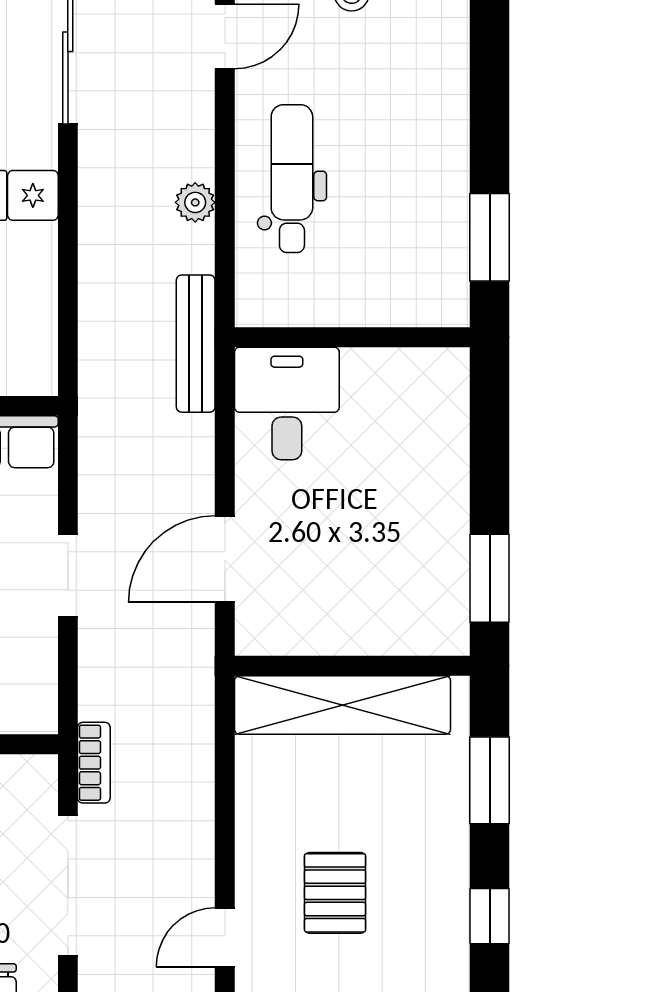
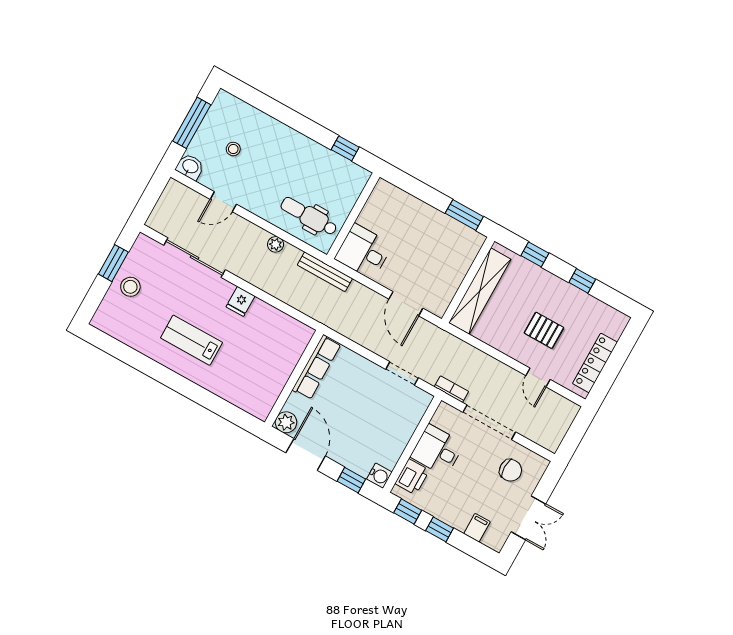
door: (225, 36) -> (223, 202), swing flipped
dental chair: (292, 179) -> (309, 216), moved
window: (490, 237) -> (345, 148), width x0.67
doorway: (68, 575) -> (402, 373), moved
window: (490, 780) -> (535, 254), width x0.67

